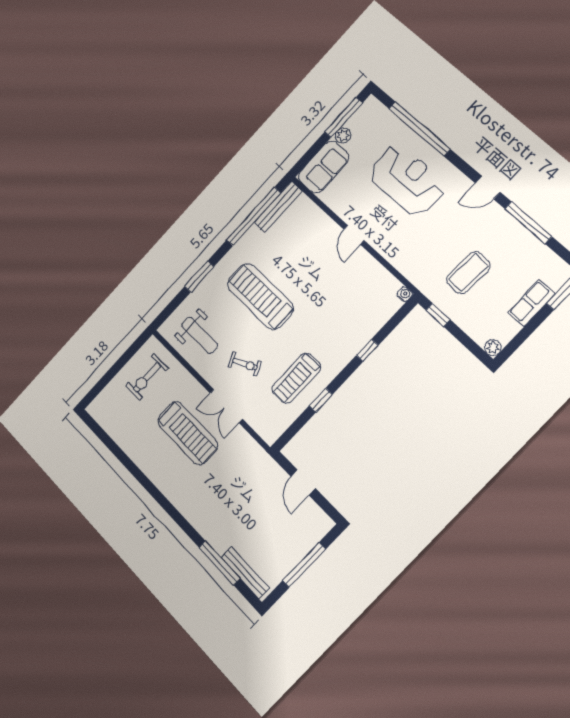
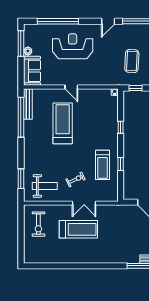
window: (199, 276) -> (21, 179), moved
treadmill: (260, 296) -> (63, 123), moved, turned 90

